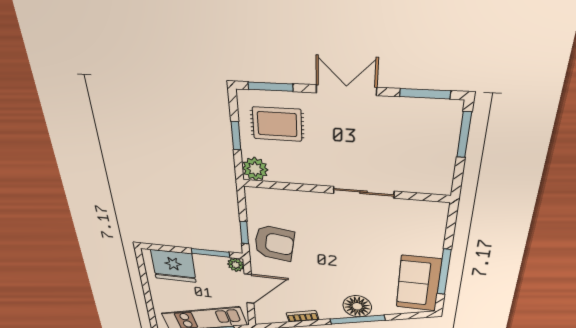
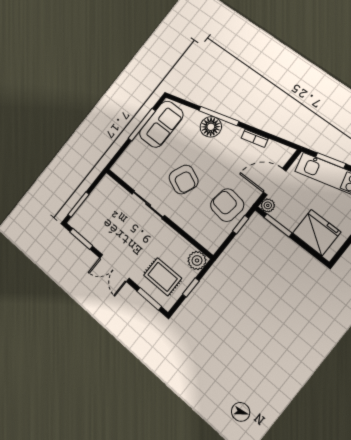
armchair: (343, 242) -> (184, 179), added

